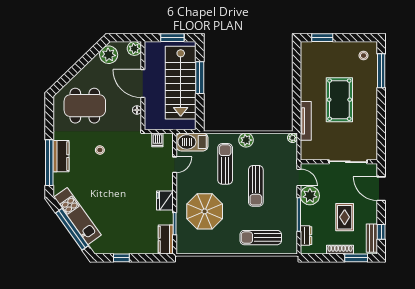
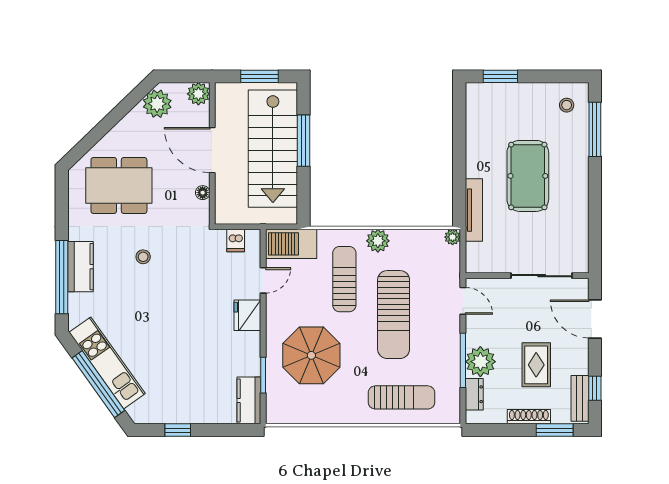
sun lounger: (256, 186) -> (394, 315), width x1.36, depth x1.34
plant: (310, 196) -> (480, 362), moved
fridge: (165, 200) -> (247, 315), moved
sun lounger: (261, 238) -> (401, 397), turned 180

